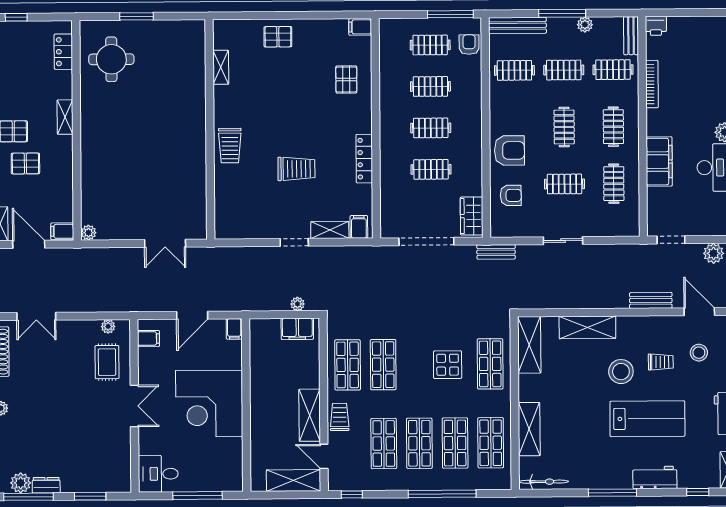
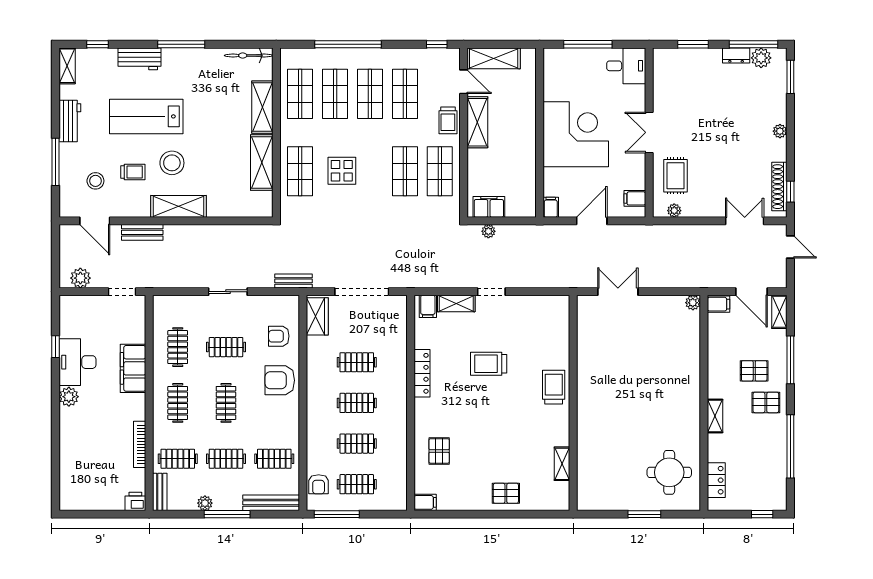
shelving: (587, 327) -> (178, 206), moved
shelving: (529, 345) -> (262, 163), moved
trolley: (661, 362) -> (133, 172), turned 180

